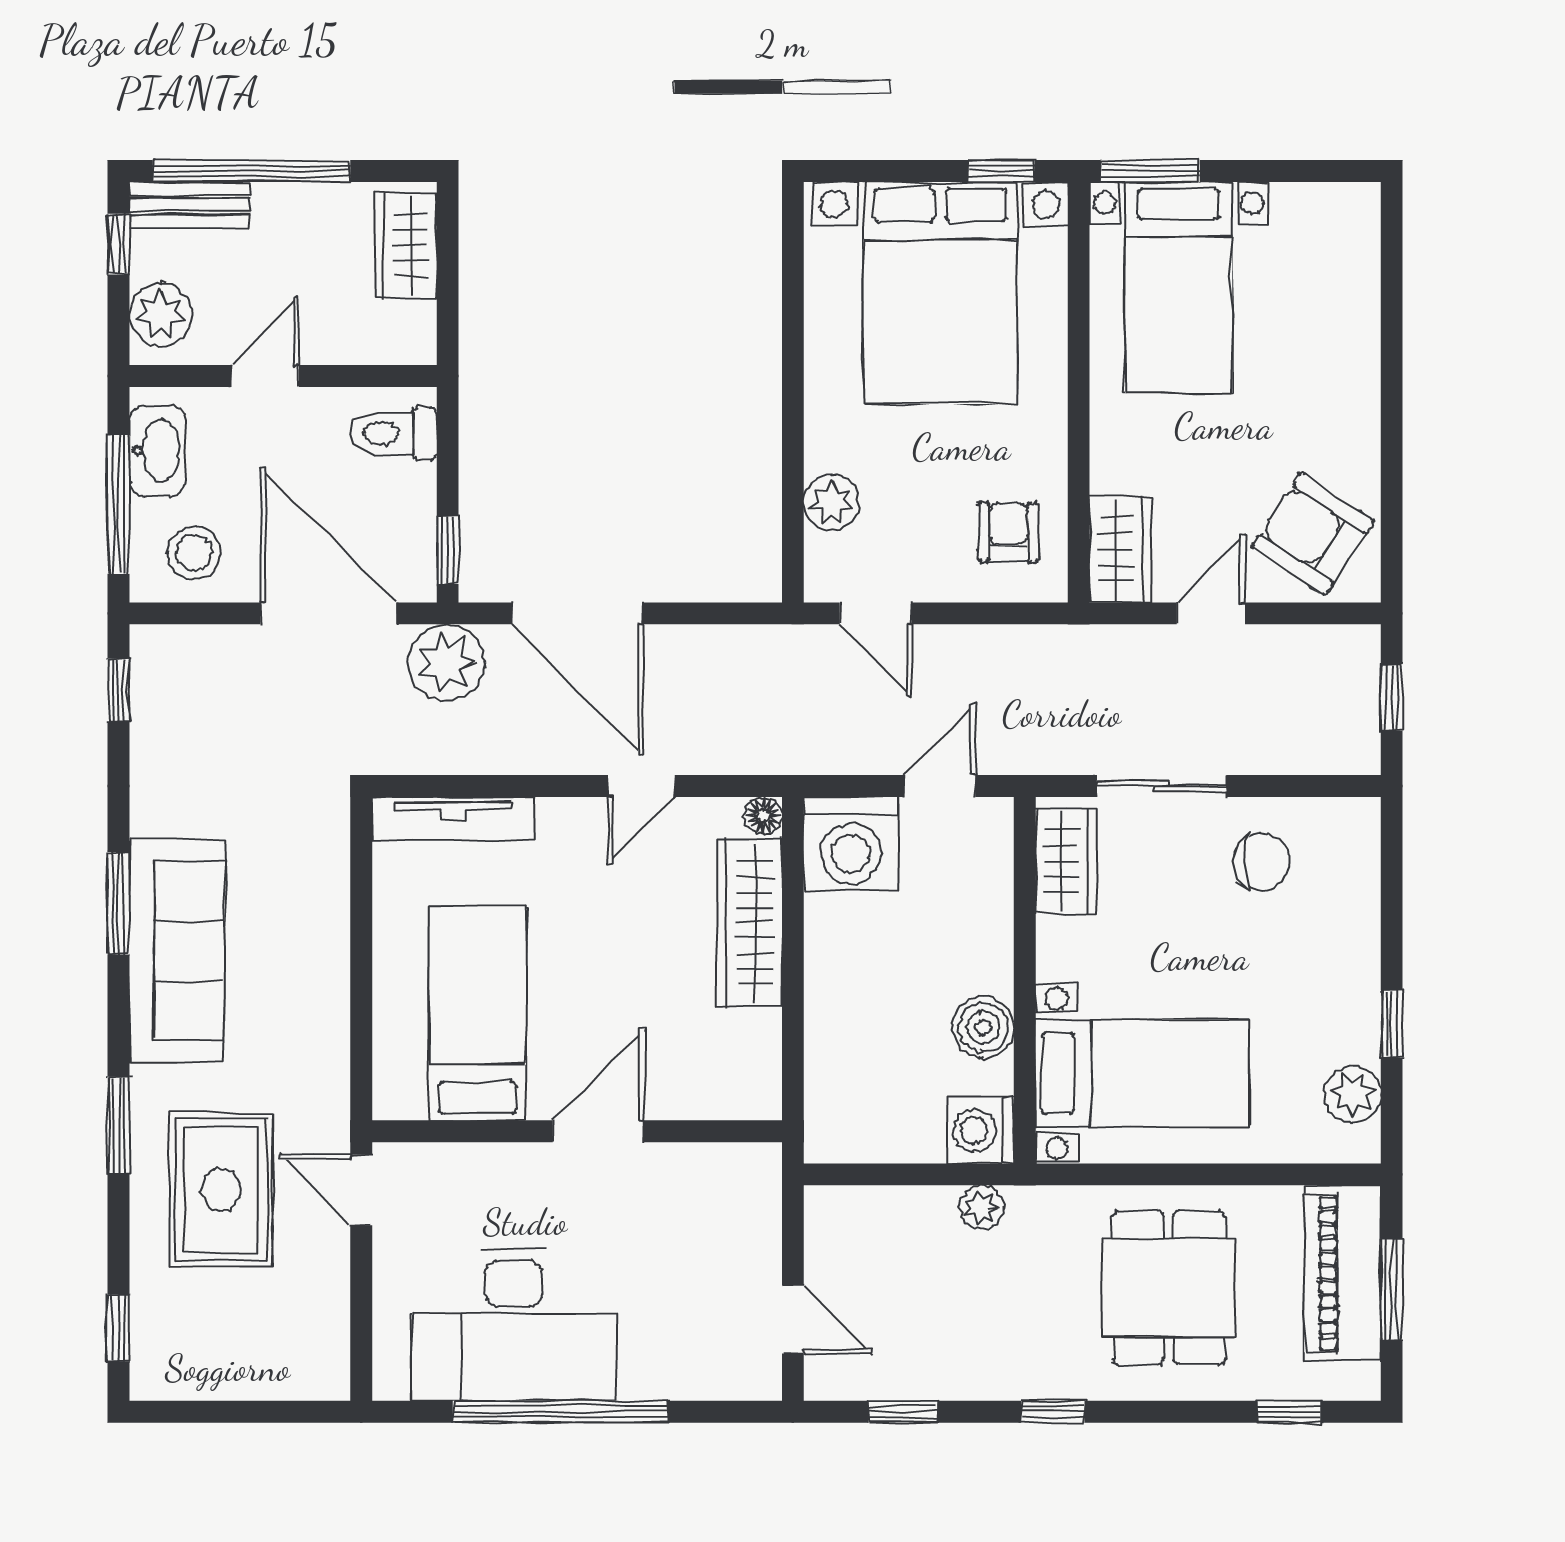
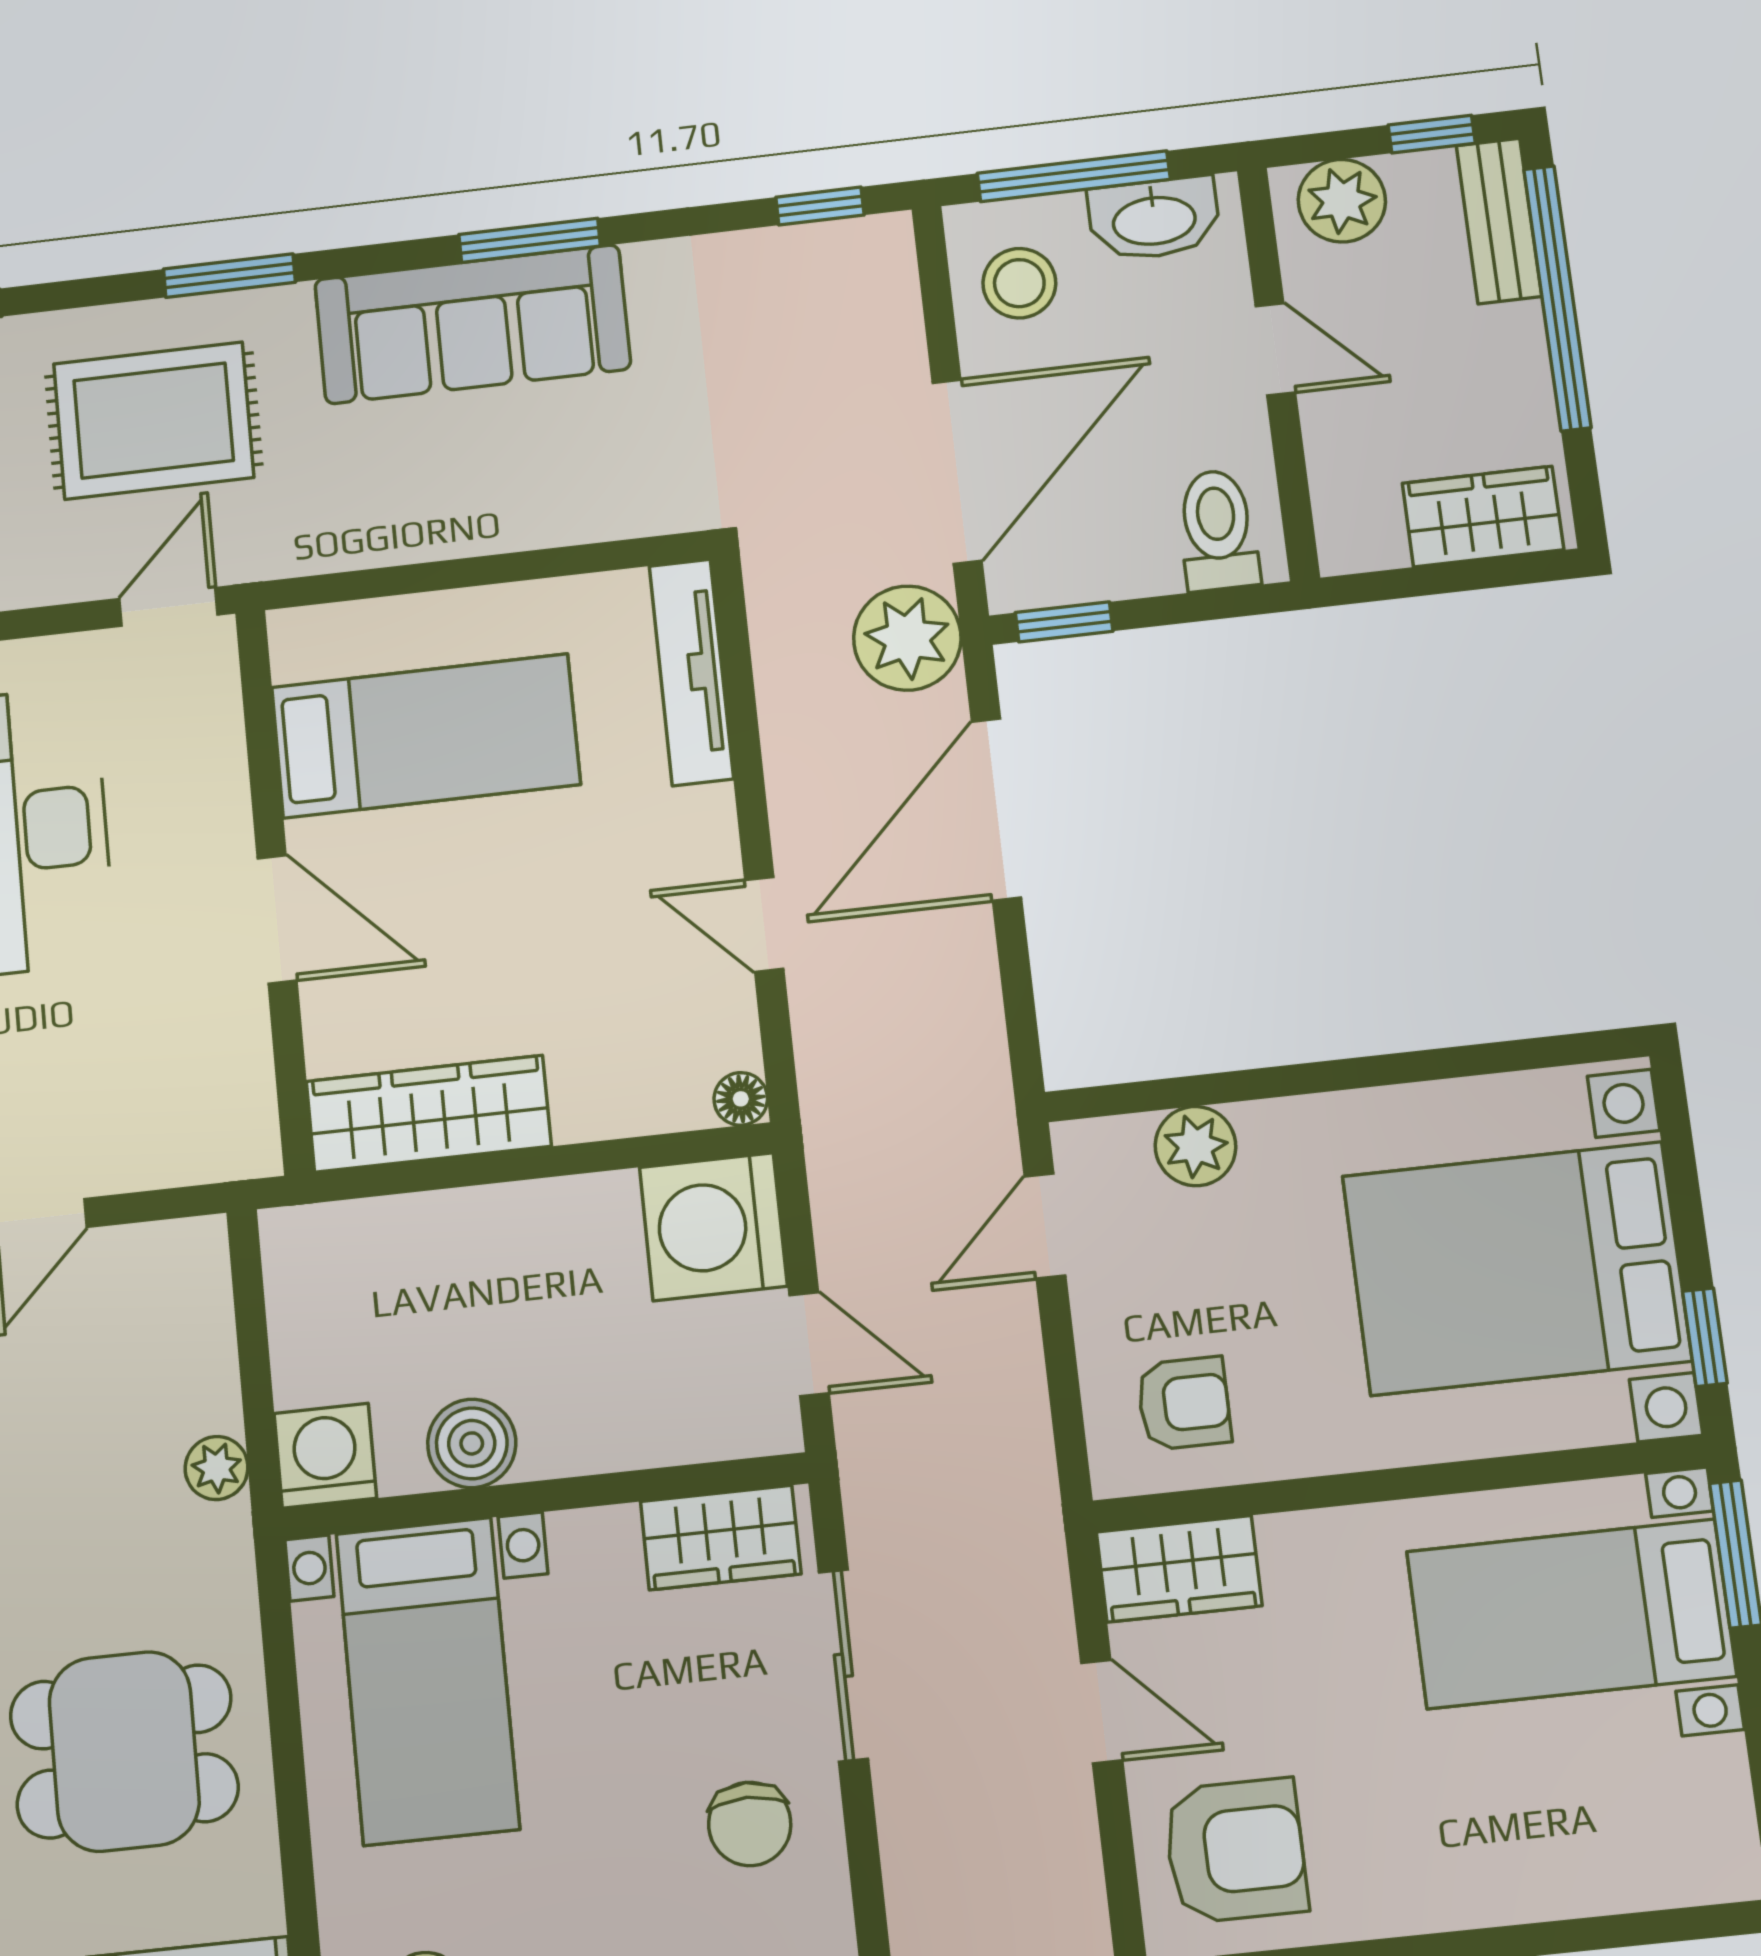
armchair: (1313, 534) -> (1235, 1851), turned 56
wardrobe: (749, 923) -> (429, 1114), moved

